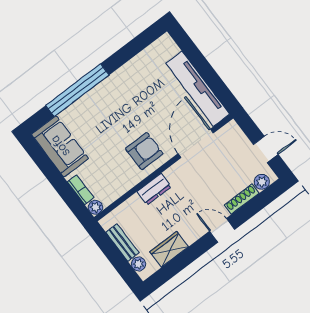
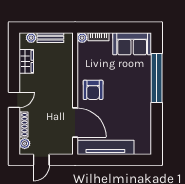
dresser: (154, 189) -> (67, 79), removed

